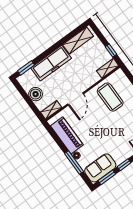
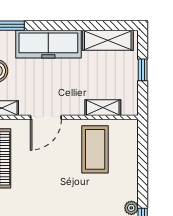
window: (111, 50) -> (143, 70), moved
shelving: (108, 68) -> (103, 108), moved

